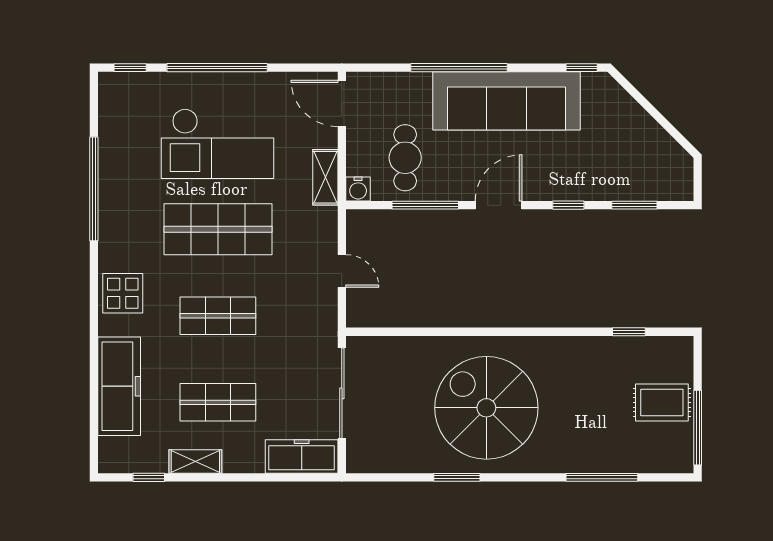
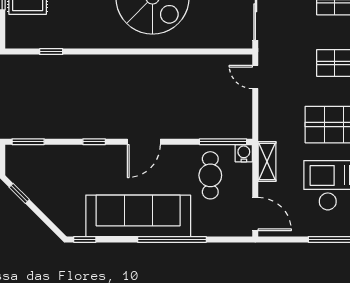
window: (674, 132) -> (19, 193), added
window: (425, 205) -> (223, 142), moved
window: (634, 205) -> (28, 142), moved
door: (342, 271) -> (255, 77), moved

